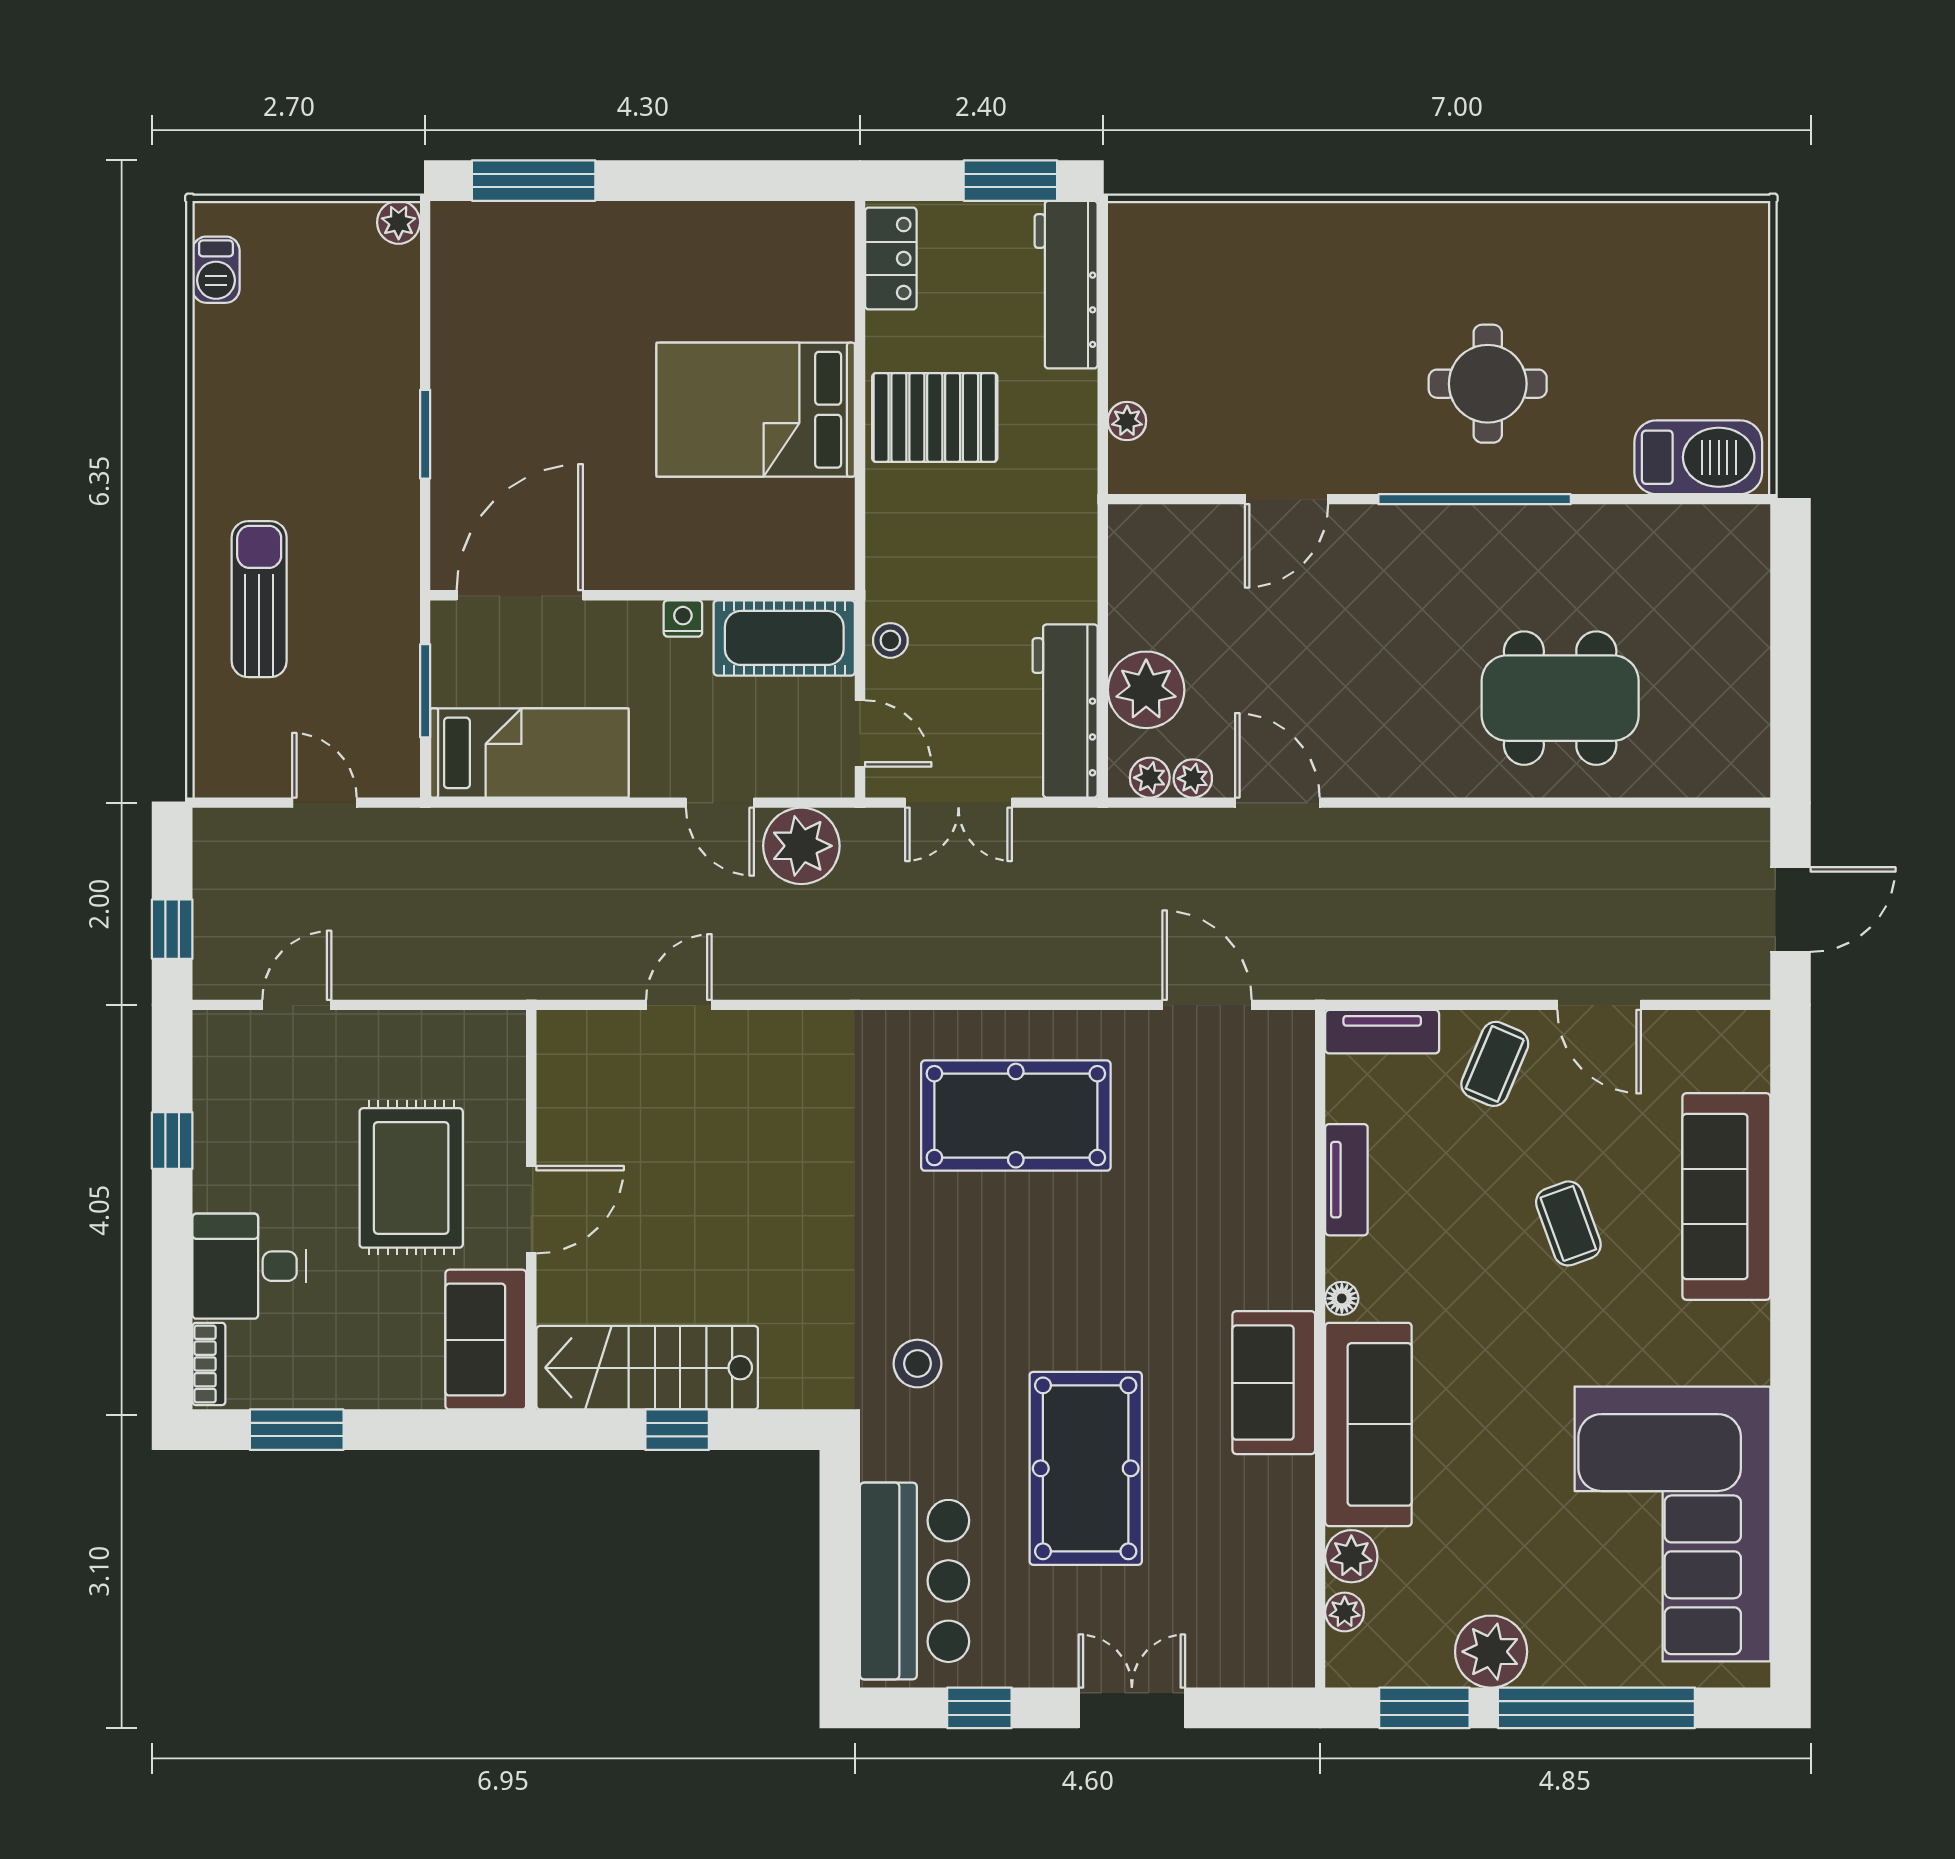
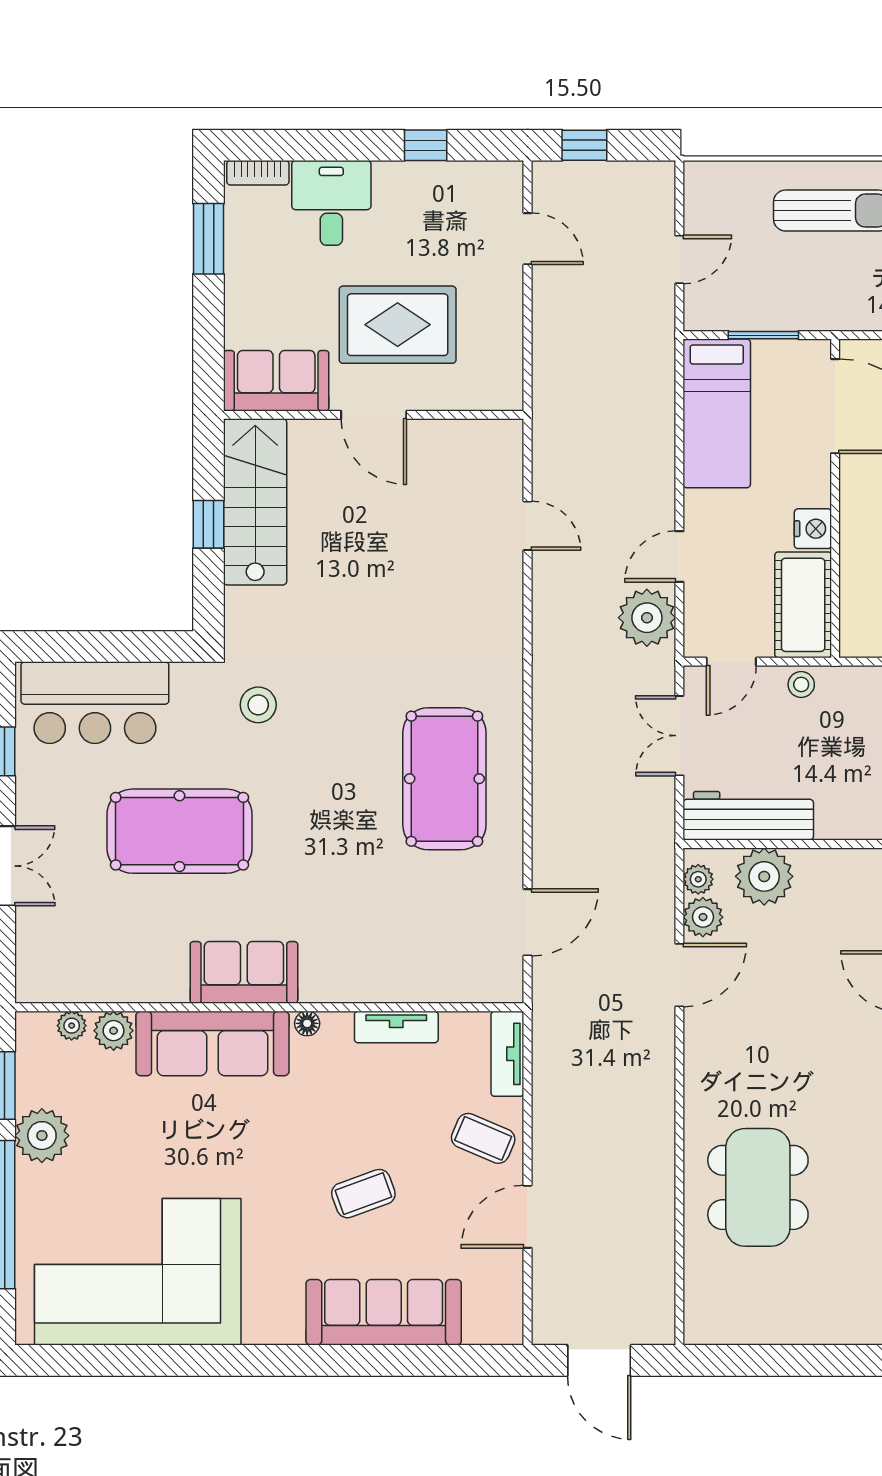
nightstand: (683, 618) -> (813, 529), width x1.39, depth x1.35
plant: (1193, 778) -> (703, 917), width x1.38, depth x1.38

